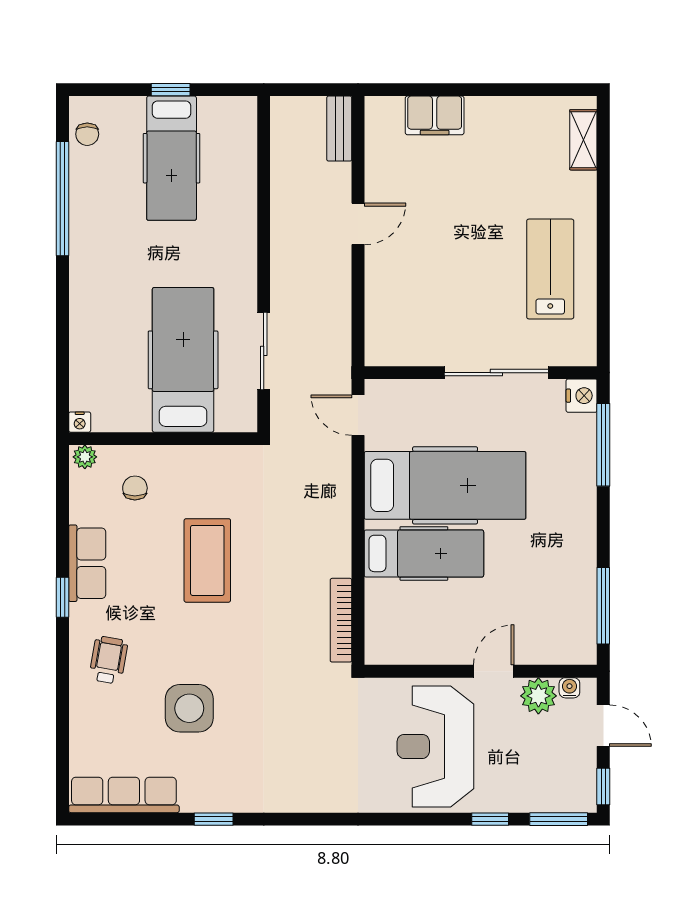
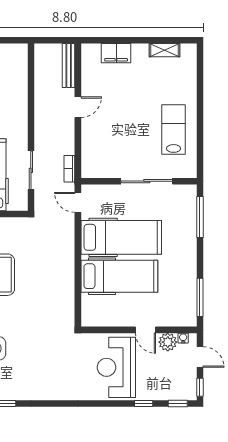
bench: (339, 129) -> (69, 66), width x1.36
shelving: (583, 140) -> (165, 50), moved, turned 90
nightstand: (582, 396) -> (189, 193), removed
hospital bed: (424, 553) -> (119, 276), width x1.37, depth x1.29
bookcase: (341, 620) -> (69, 169), moved, width x0.64
door: (494, 671) -> (145, 330), swing flipped
window: (559, 819) -> (178, 403), width x0.67

